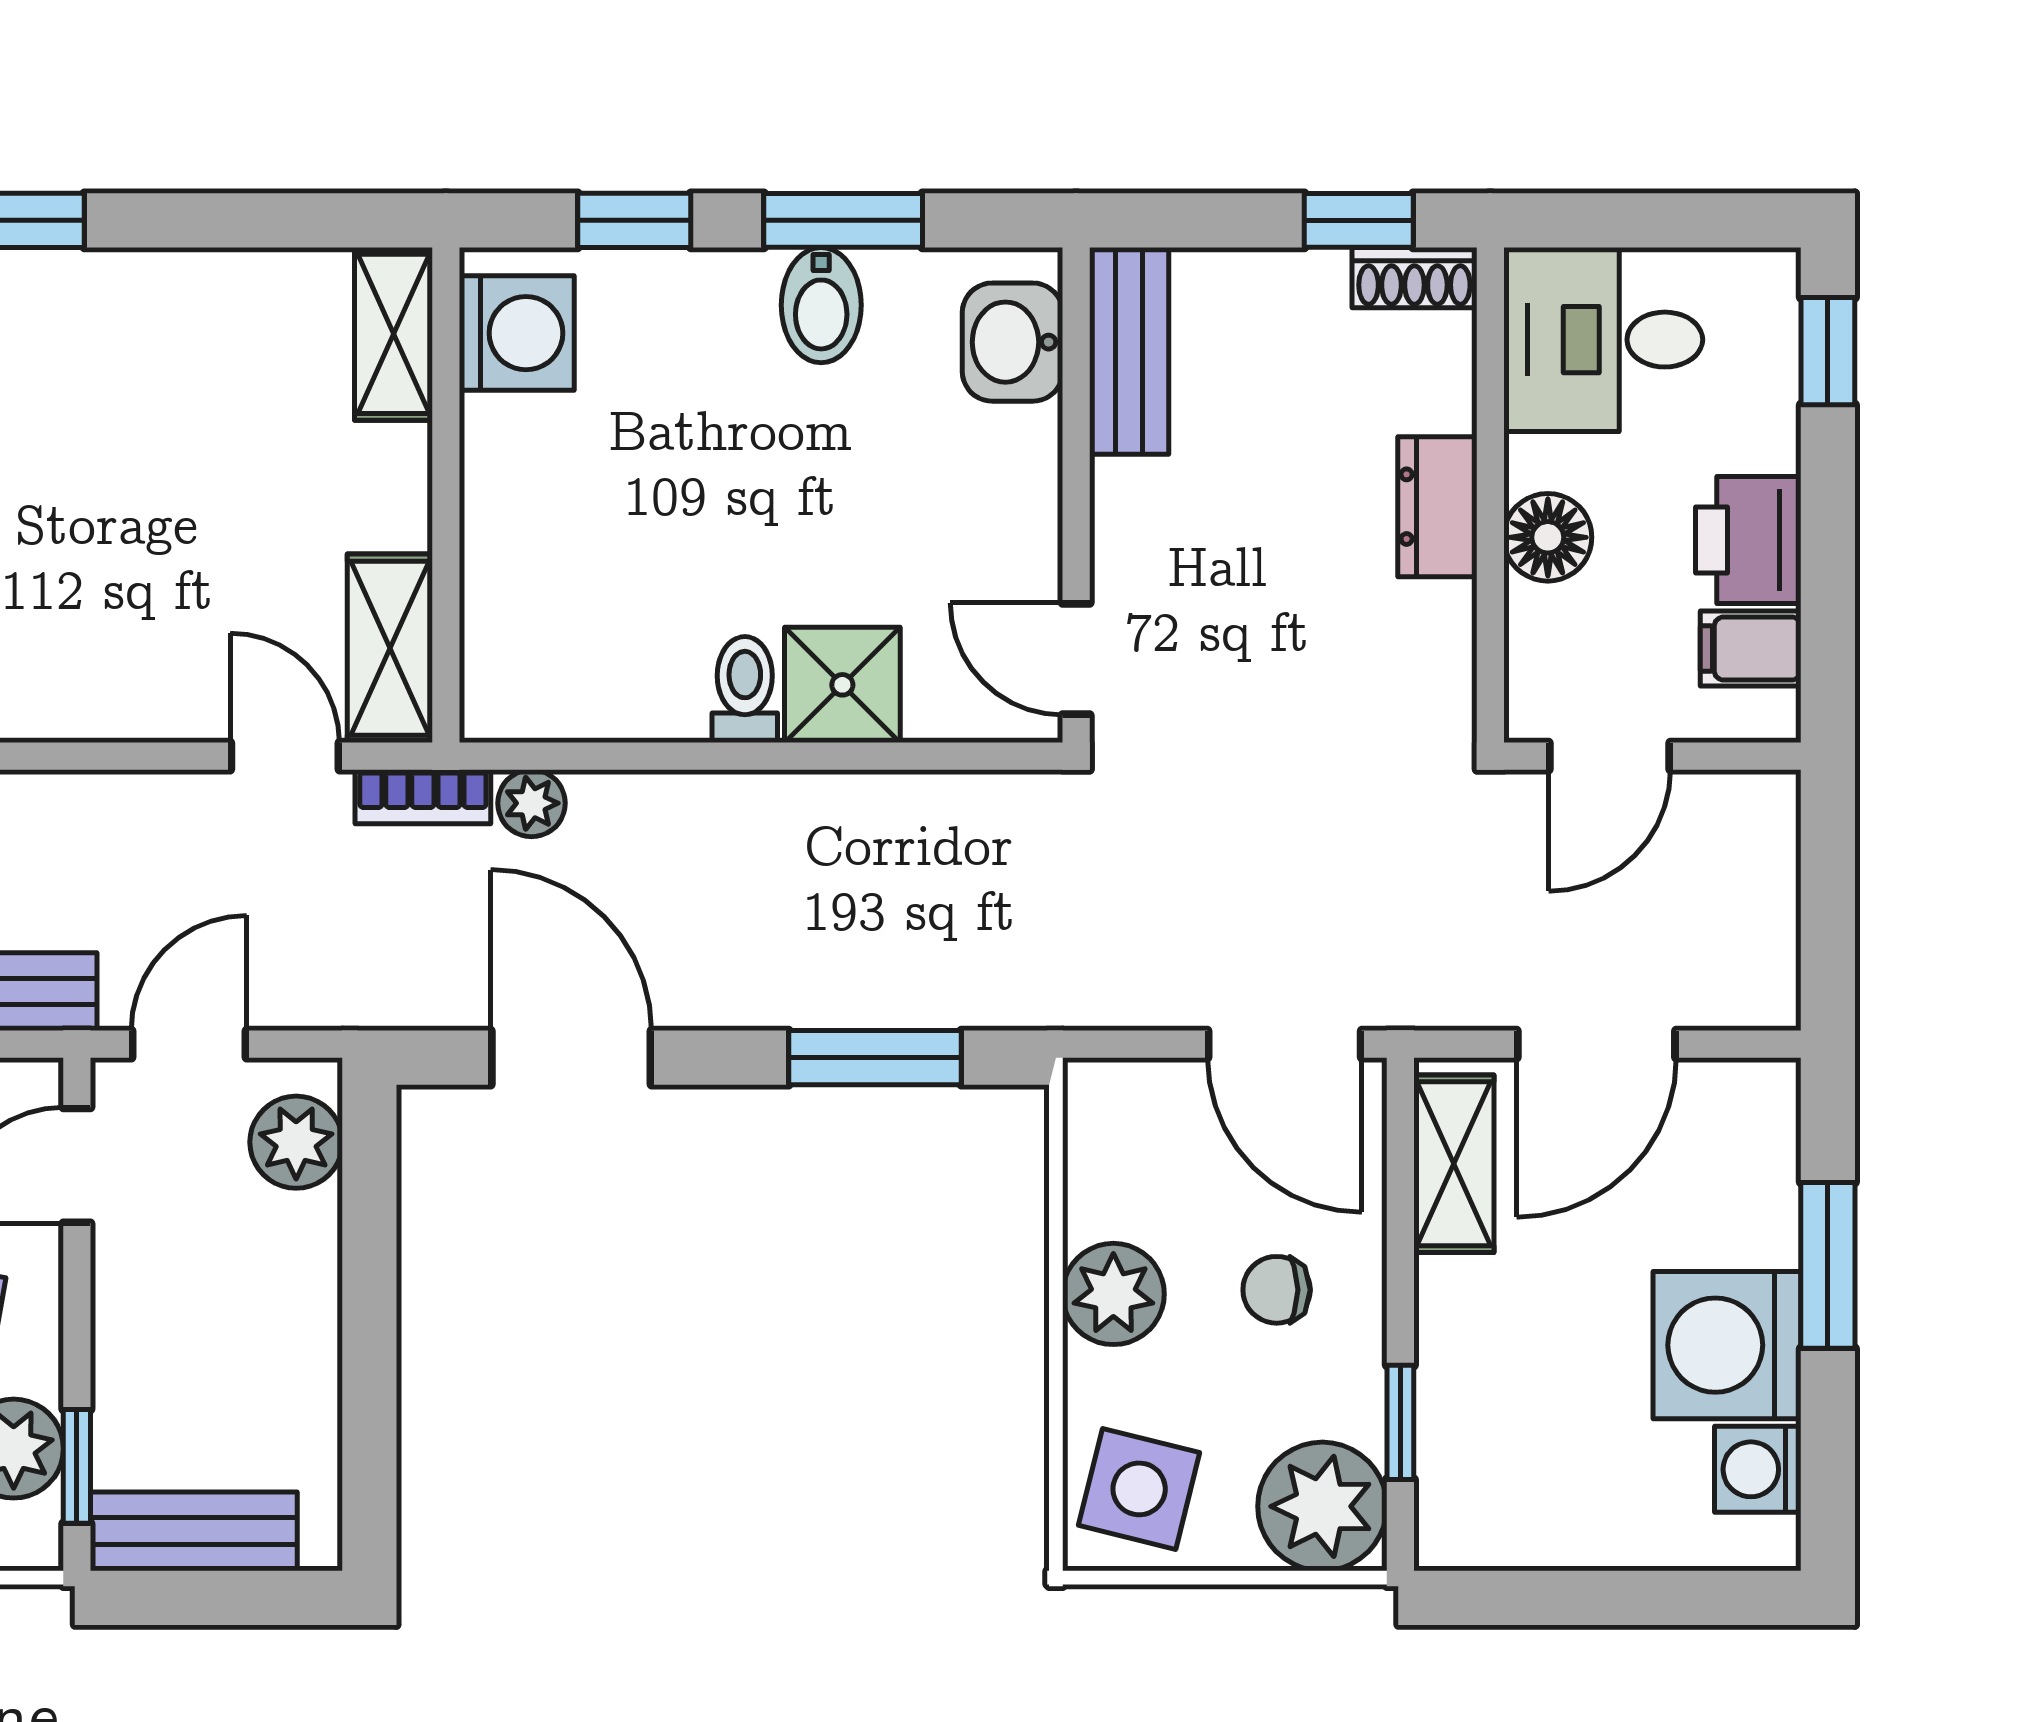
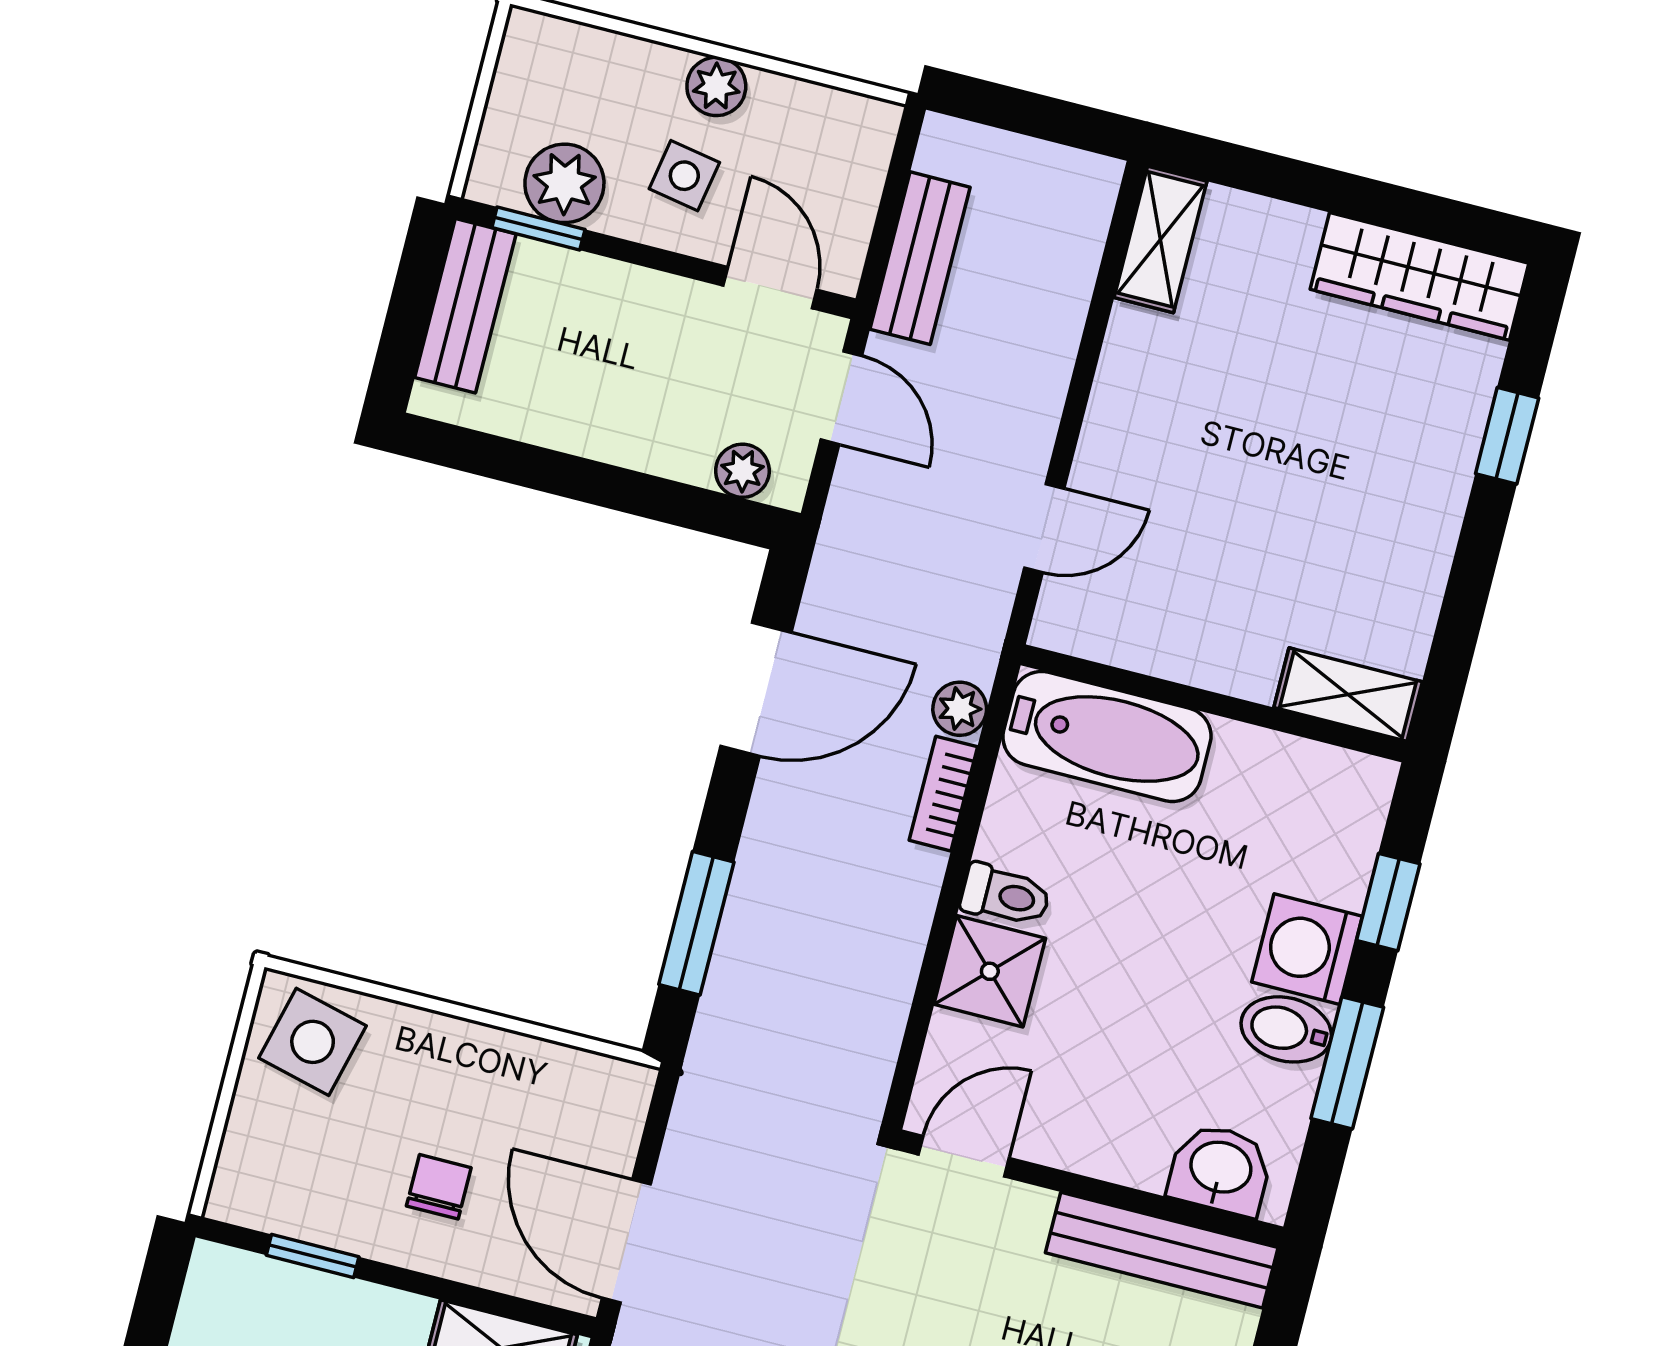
washing machine: (517, 333) -> (1307, 949), moved, turned 90
bench: (1129, 351) -> (1162, 1250), width x1.36
bathtub: (520, 615) -> (1107, 736), added
shelving: (390, 648) -> (1107, 630), removed
bookcase: (423, 797) -> (943, 794), moved
door: (1285, 1044) -> (626, 1241), hinge flipped
plant: (296, 1142) -> (742, 471), width x0.73, depth x0.73
plant: (1113, 1294) -> (468, 1060), removed
plant: (1322, 1506) -> (263, 1179), removed

